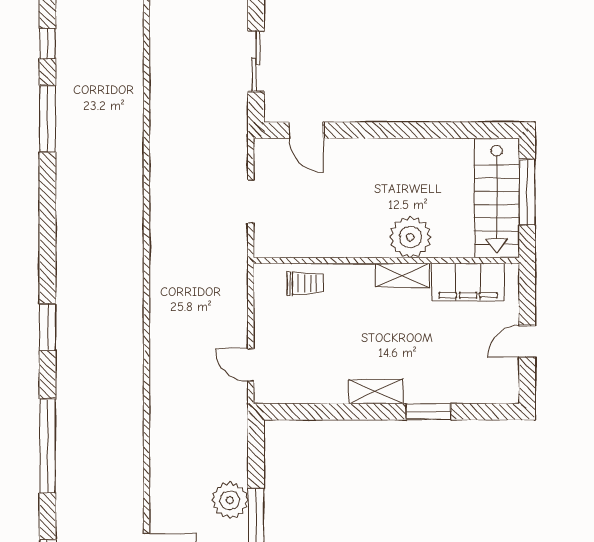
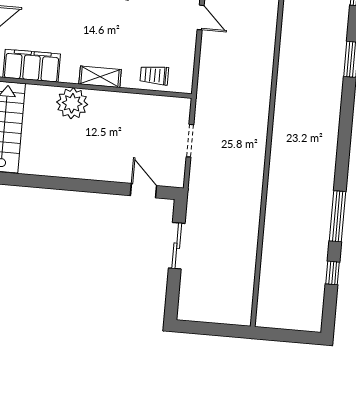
shelving: (403, 275) -> (100, 77), moved

